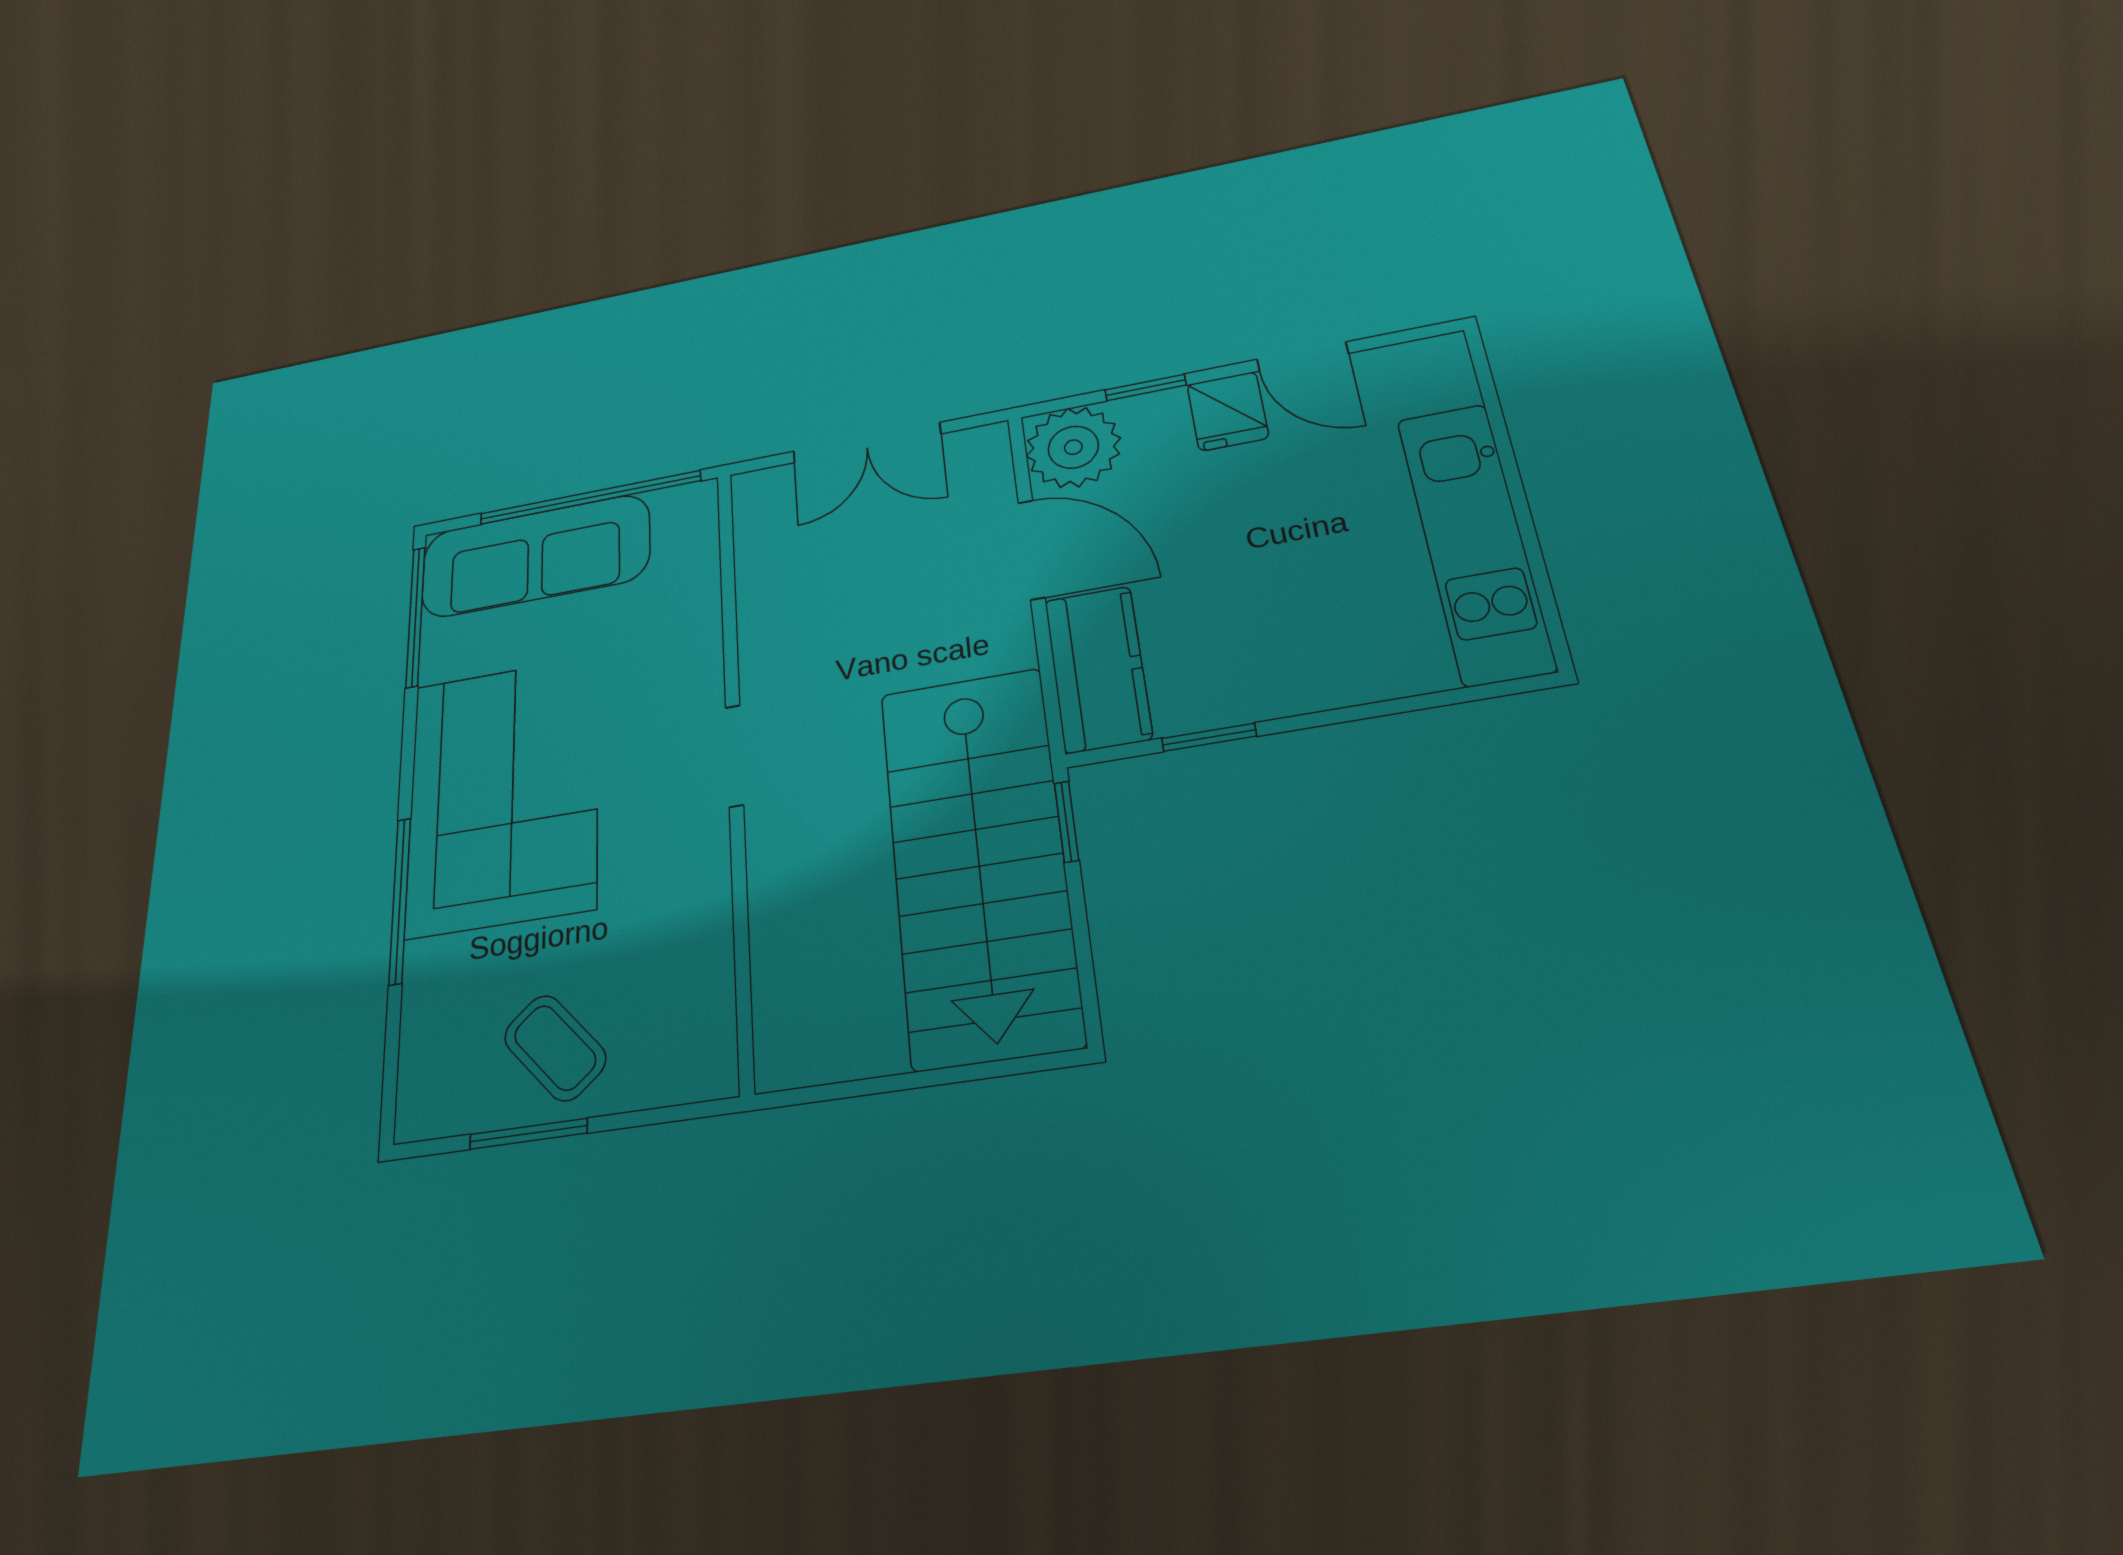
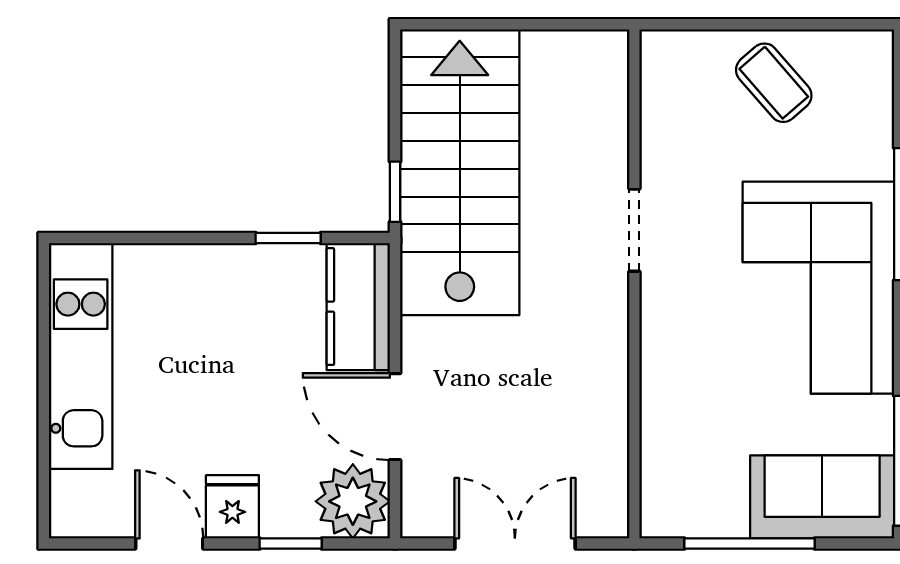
window: (590, 497) -> (750, 544), width x0.68
sofa: (535, 556) -> (822, 497), width x0.73
doorway: (735, 756) -> (634, 230), moved
window: (528, 1134) -> (793, 24), removed

